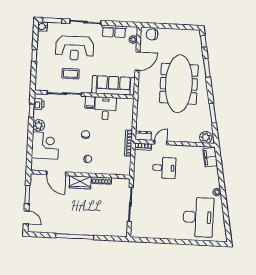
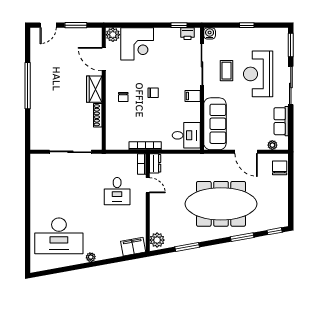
water cooler: (43, 27) -> (210, 33), moved
desk: (105, 108) -> (186, 135), moved
plant: (39, 125) -> (113, 35), moved
door: (56, 173) -> (104, 59), hinge flipped

